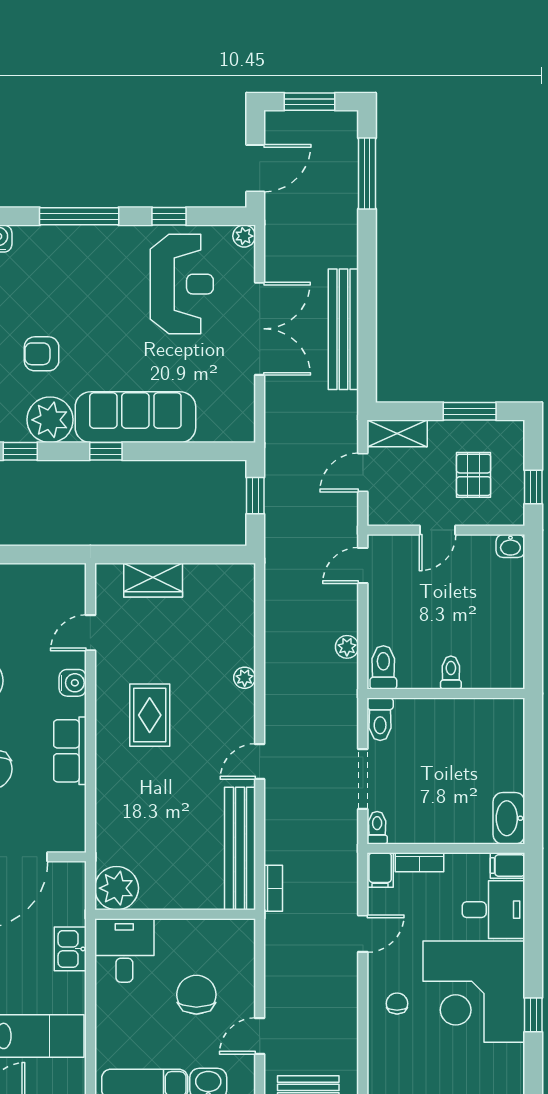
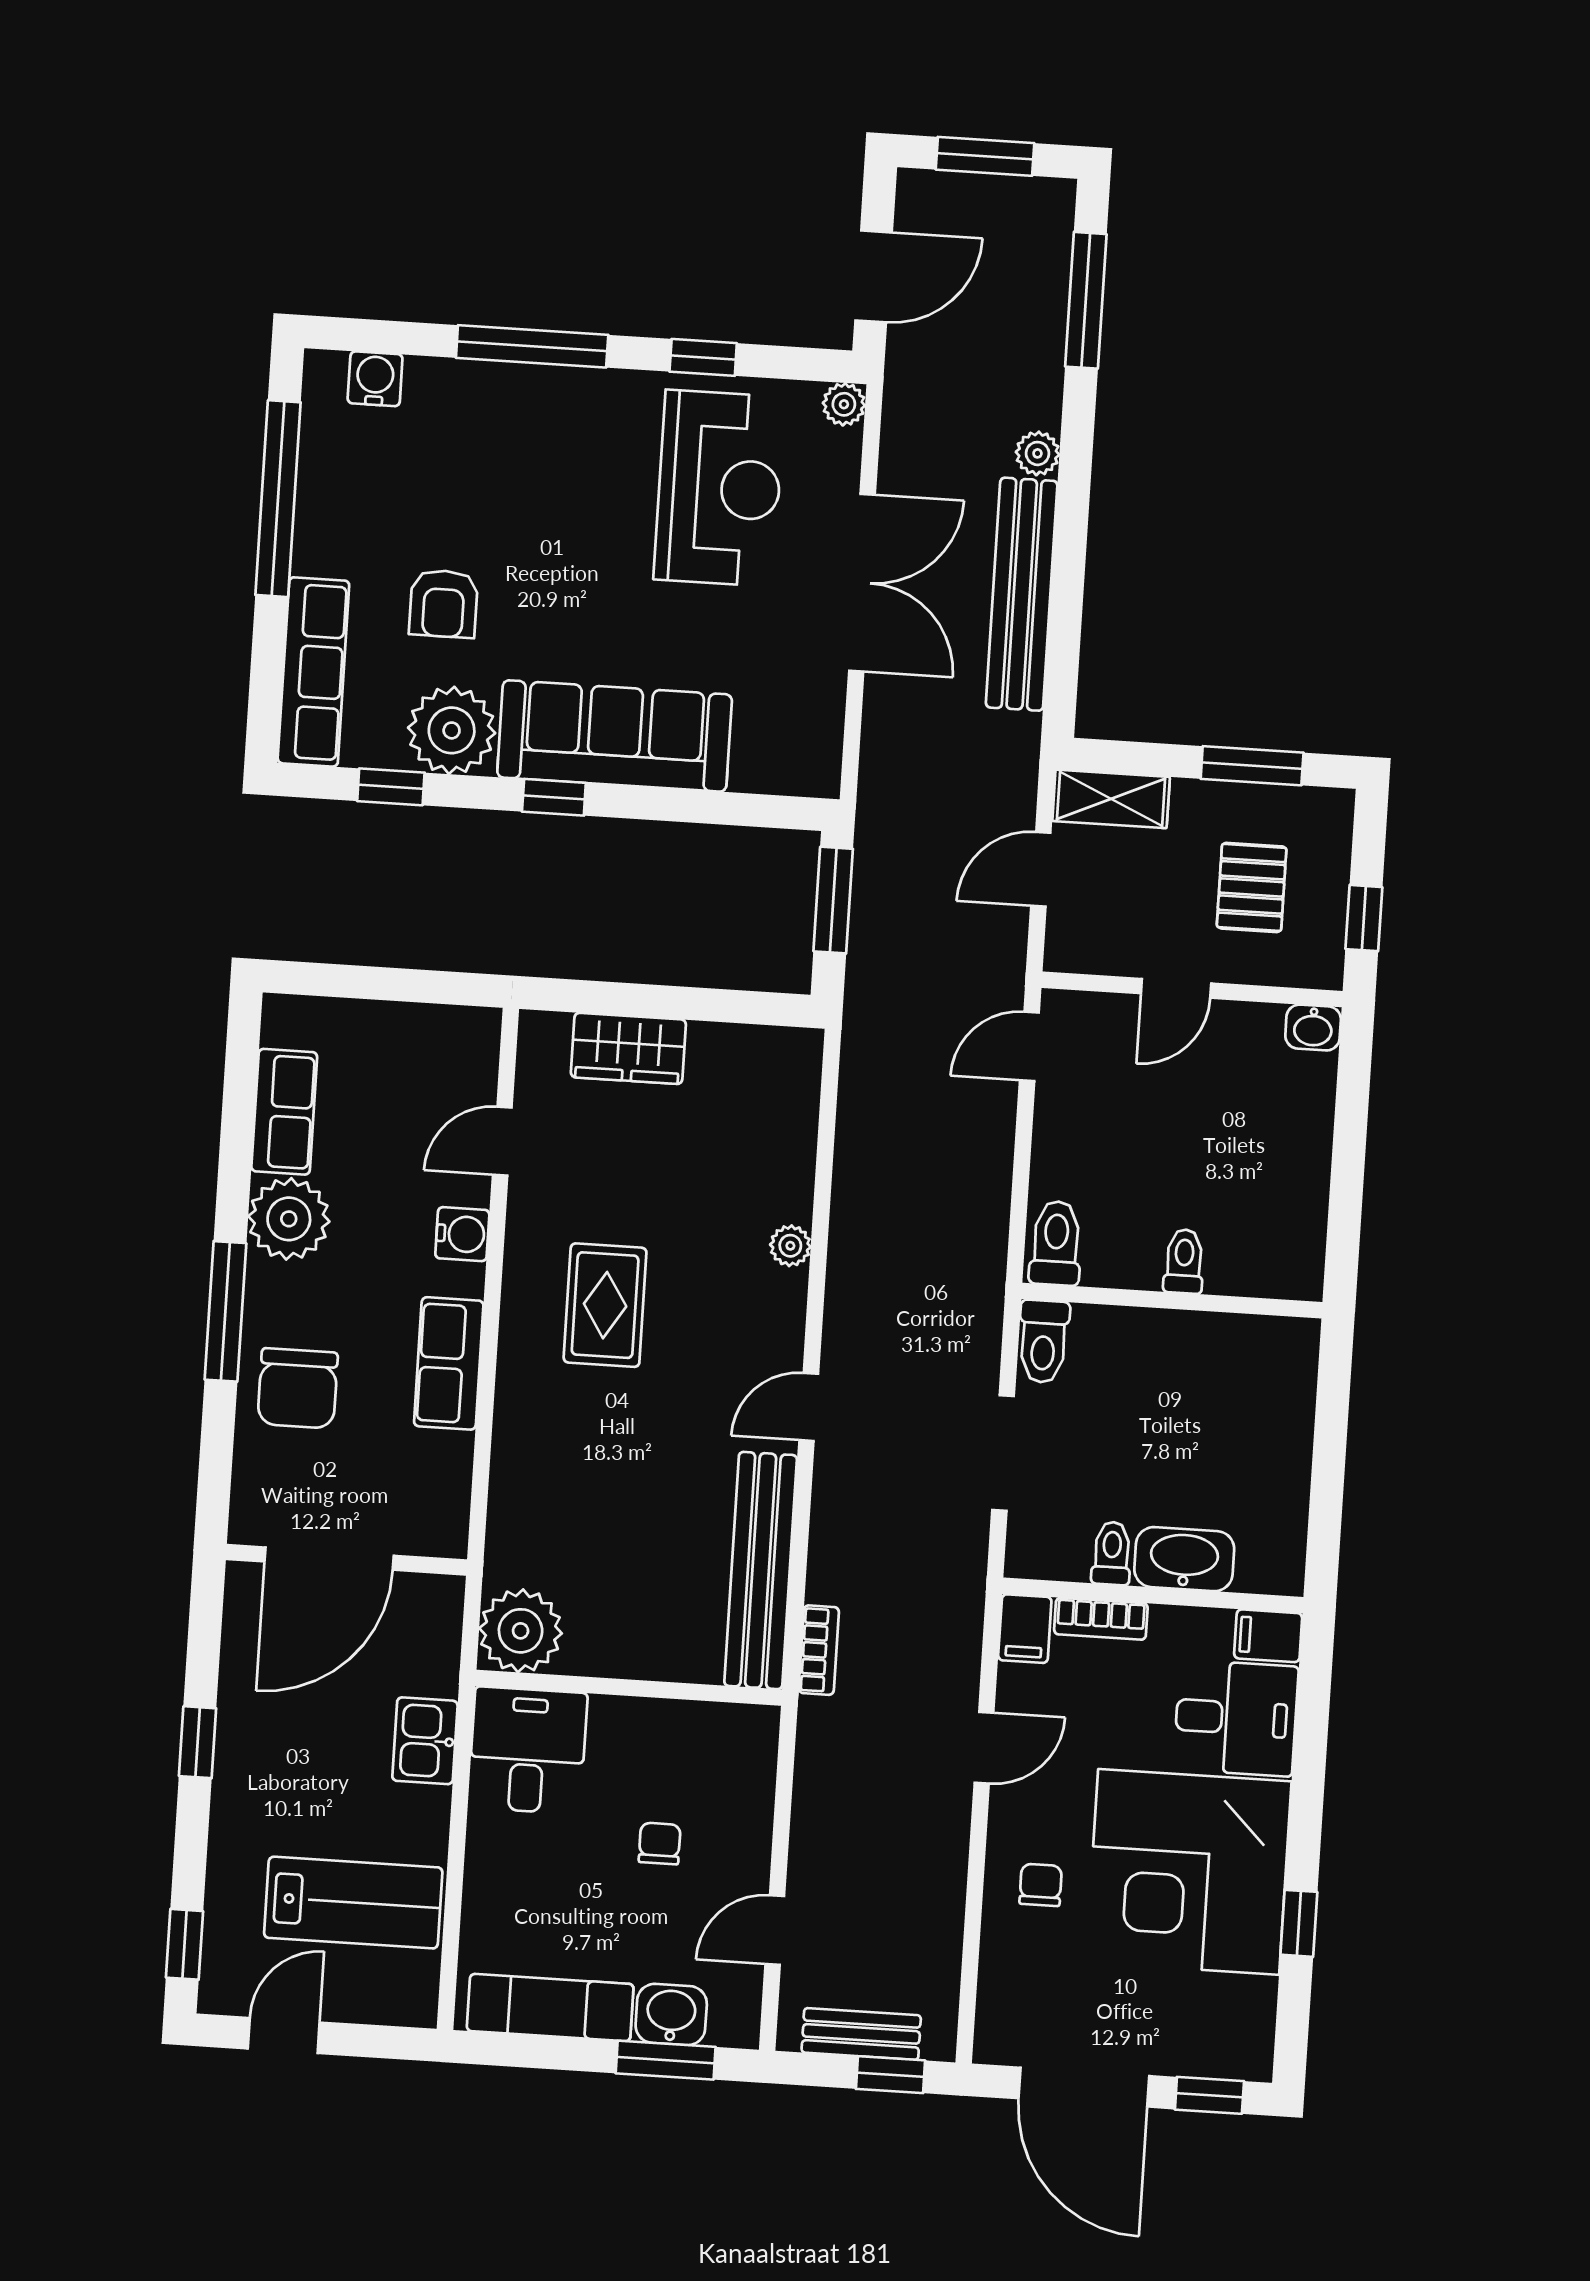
armchair: (42, 354) -> (444, 604), turned -90
window: (255, 496) -> (833, 900), width x1.50
plant: (347, 647) -> (1038, 453), moved
washbasin: (509, 818) -> (1184, 1559), moved, turned 90
toilet: (377, 828) -> (1112, 1553), moved
chair: (196, 995) -> (660, 1843), width x0.54, depth x0.54

